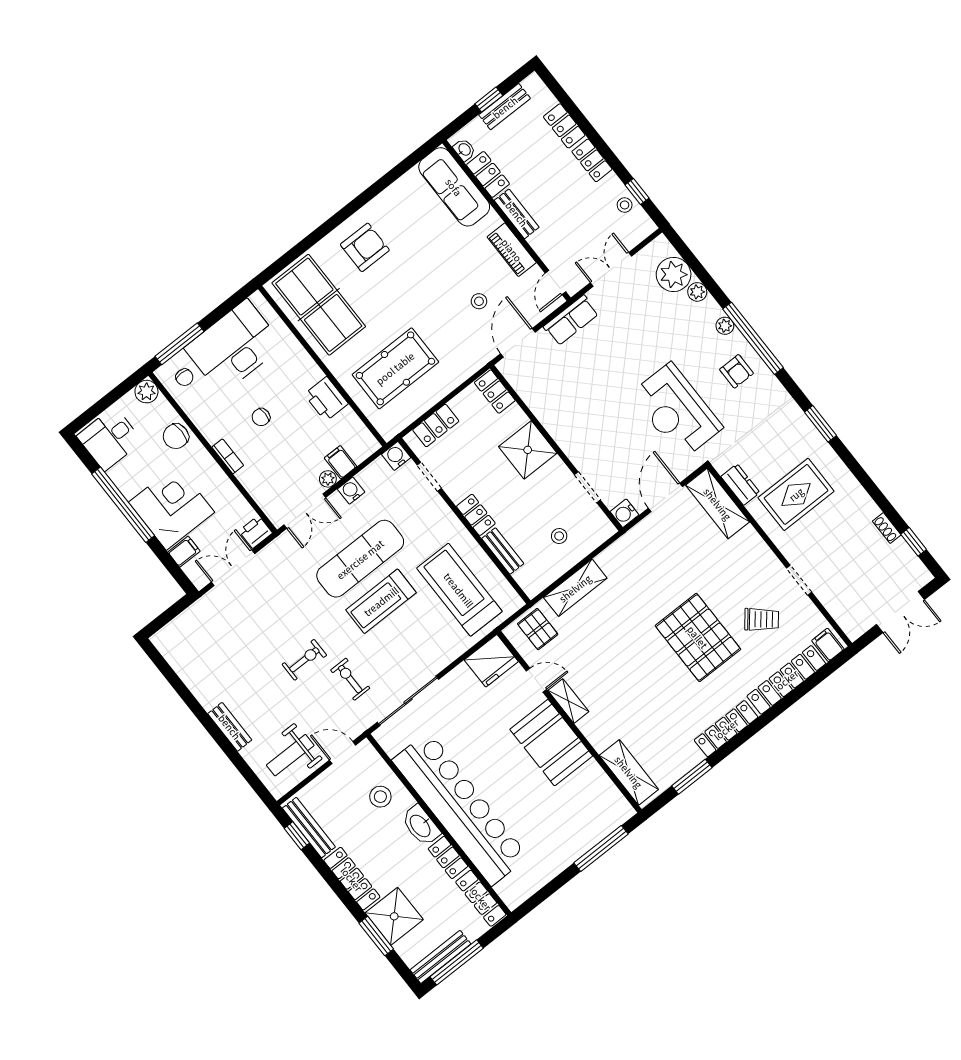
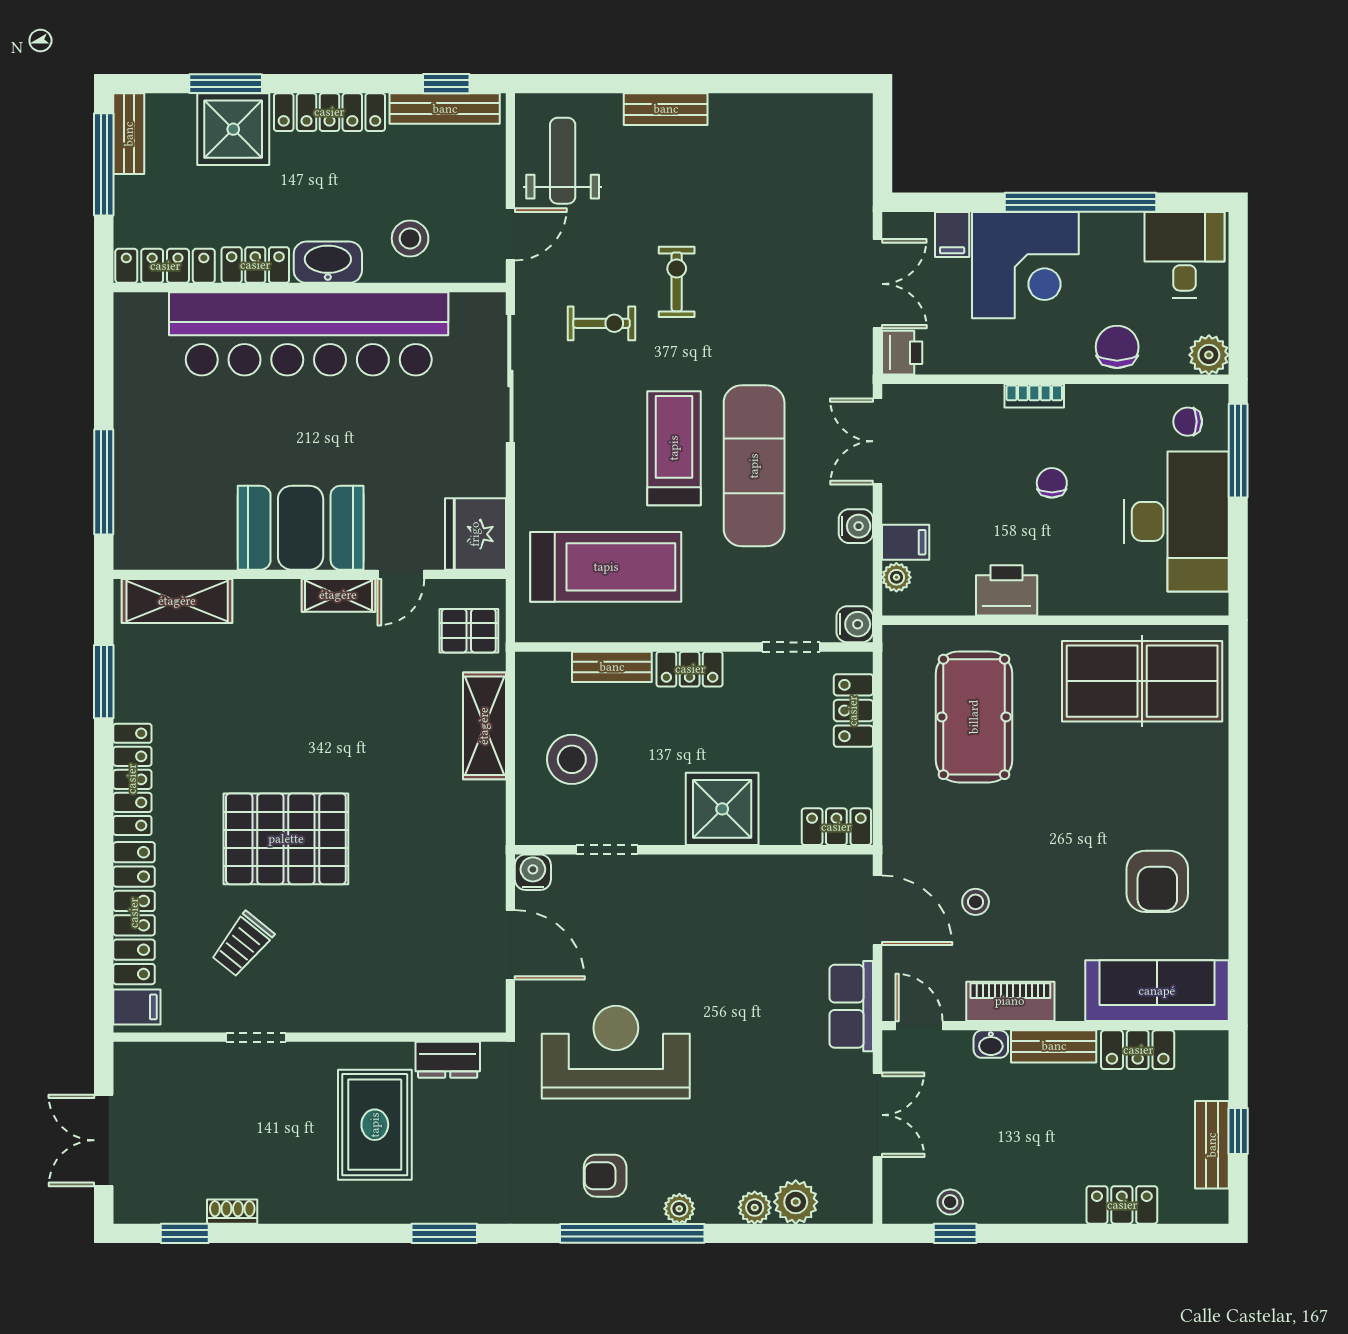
washbasin: (464, 150) -> (991, 1044), moved
locker: (592, 160) -> (1045, 1206), removed
armchair: (365, 247) -> (1157, 881), moved
plant: (674, 274) -> (796, 1202), width x0.73, depth x0.73
plant: (328, 479) -> (896, 577), moved
shelving: (718, 504) -> (446, 1009), removed
stool: (559, 536) -> (572, 759), width x1.89, depth x1.89
exercise bike: (304, 660) -> (677, 282), turned 180
bench: (440, 957) -> (129, 134), width x0.73

